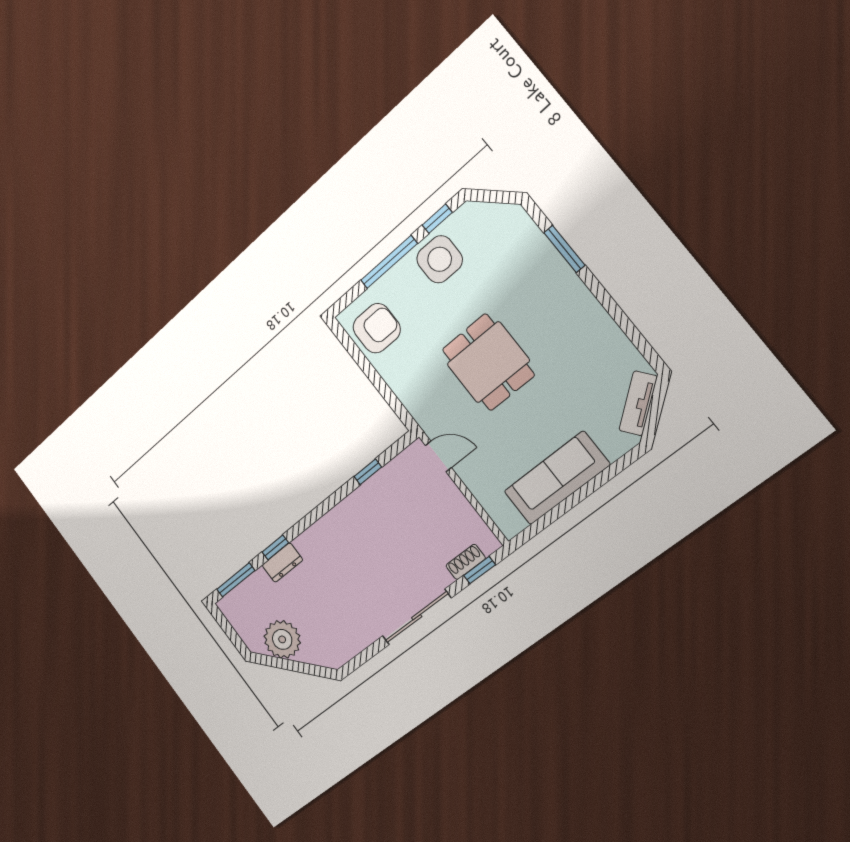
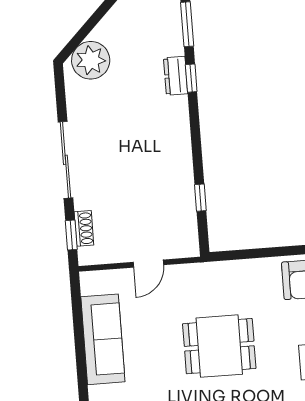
door: (438, 456) -> (148, 264), moved
plant: (282, 639) -> (91, 60), moved

